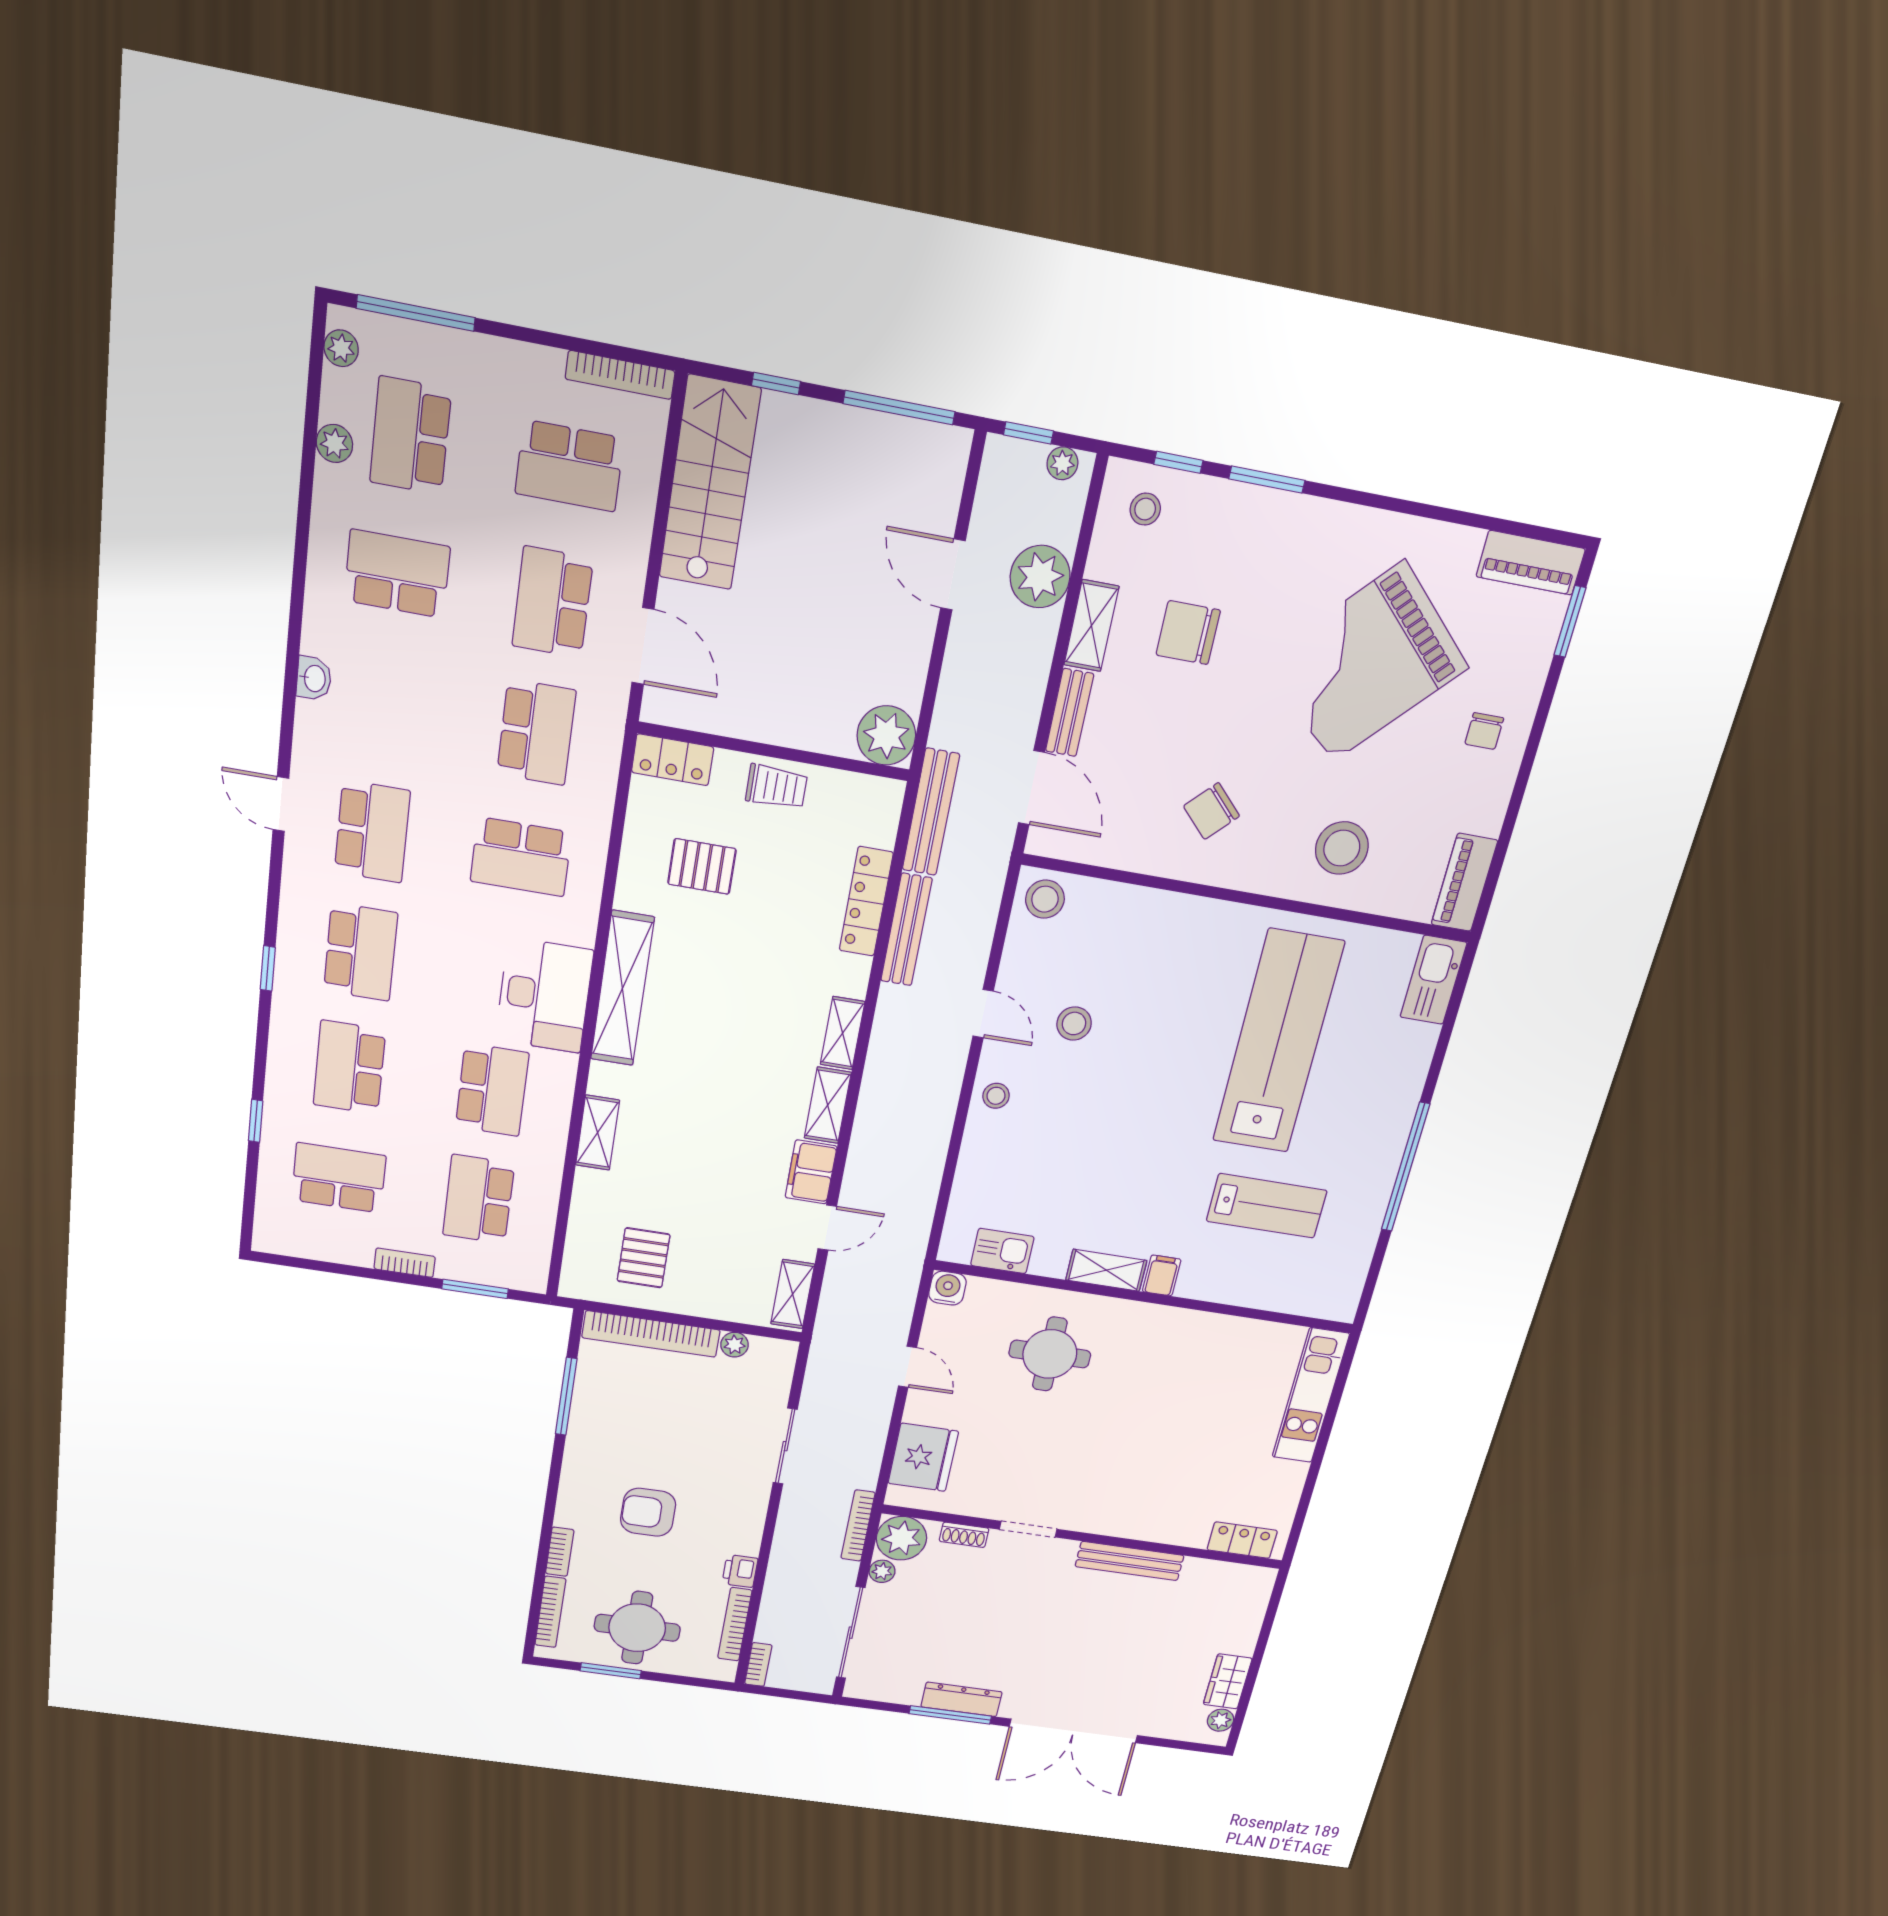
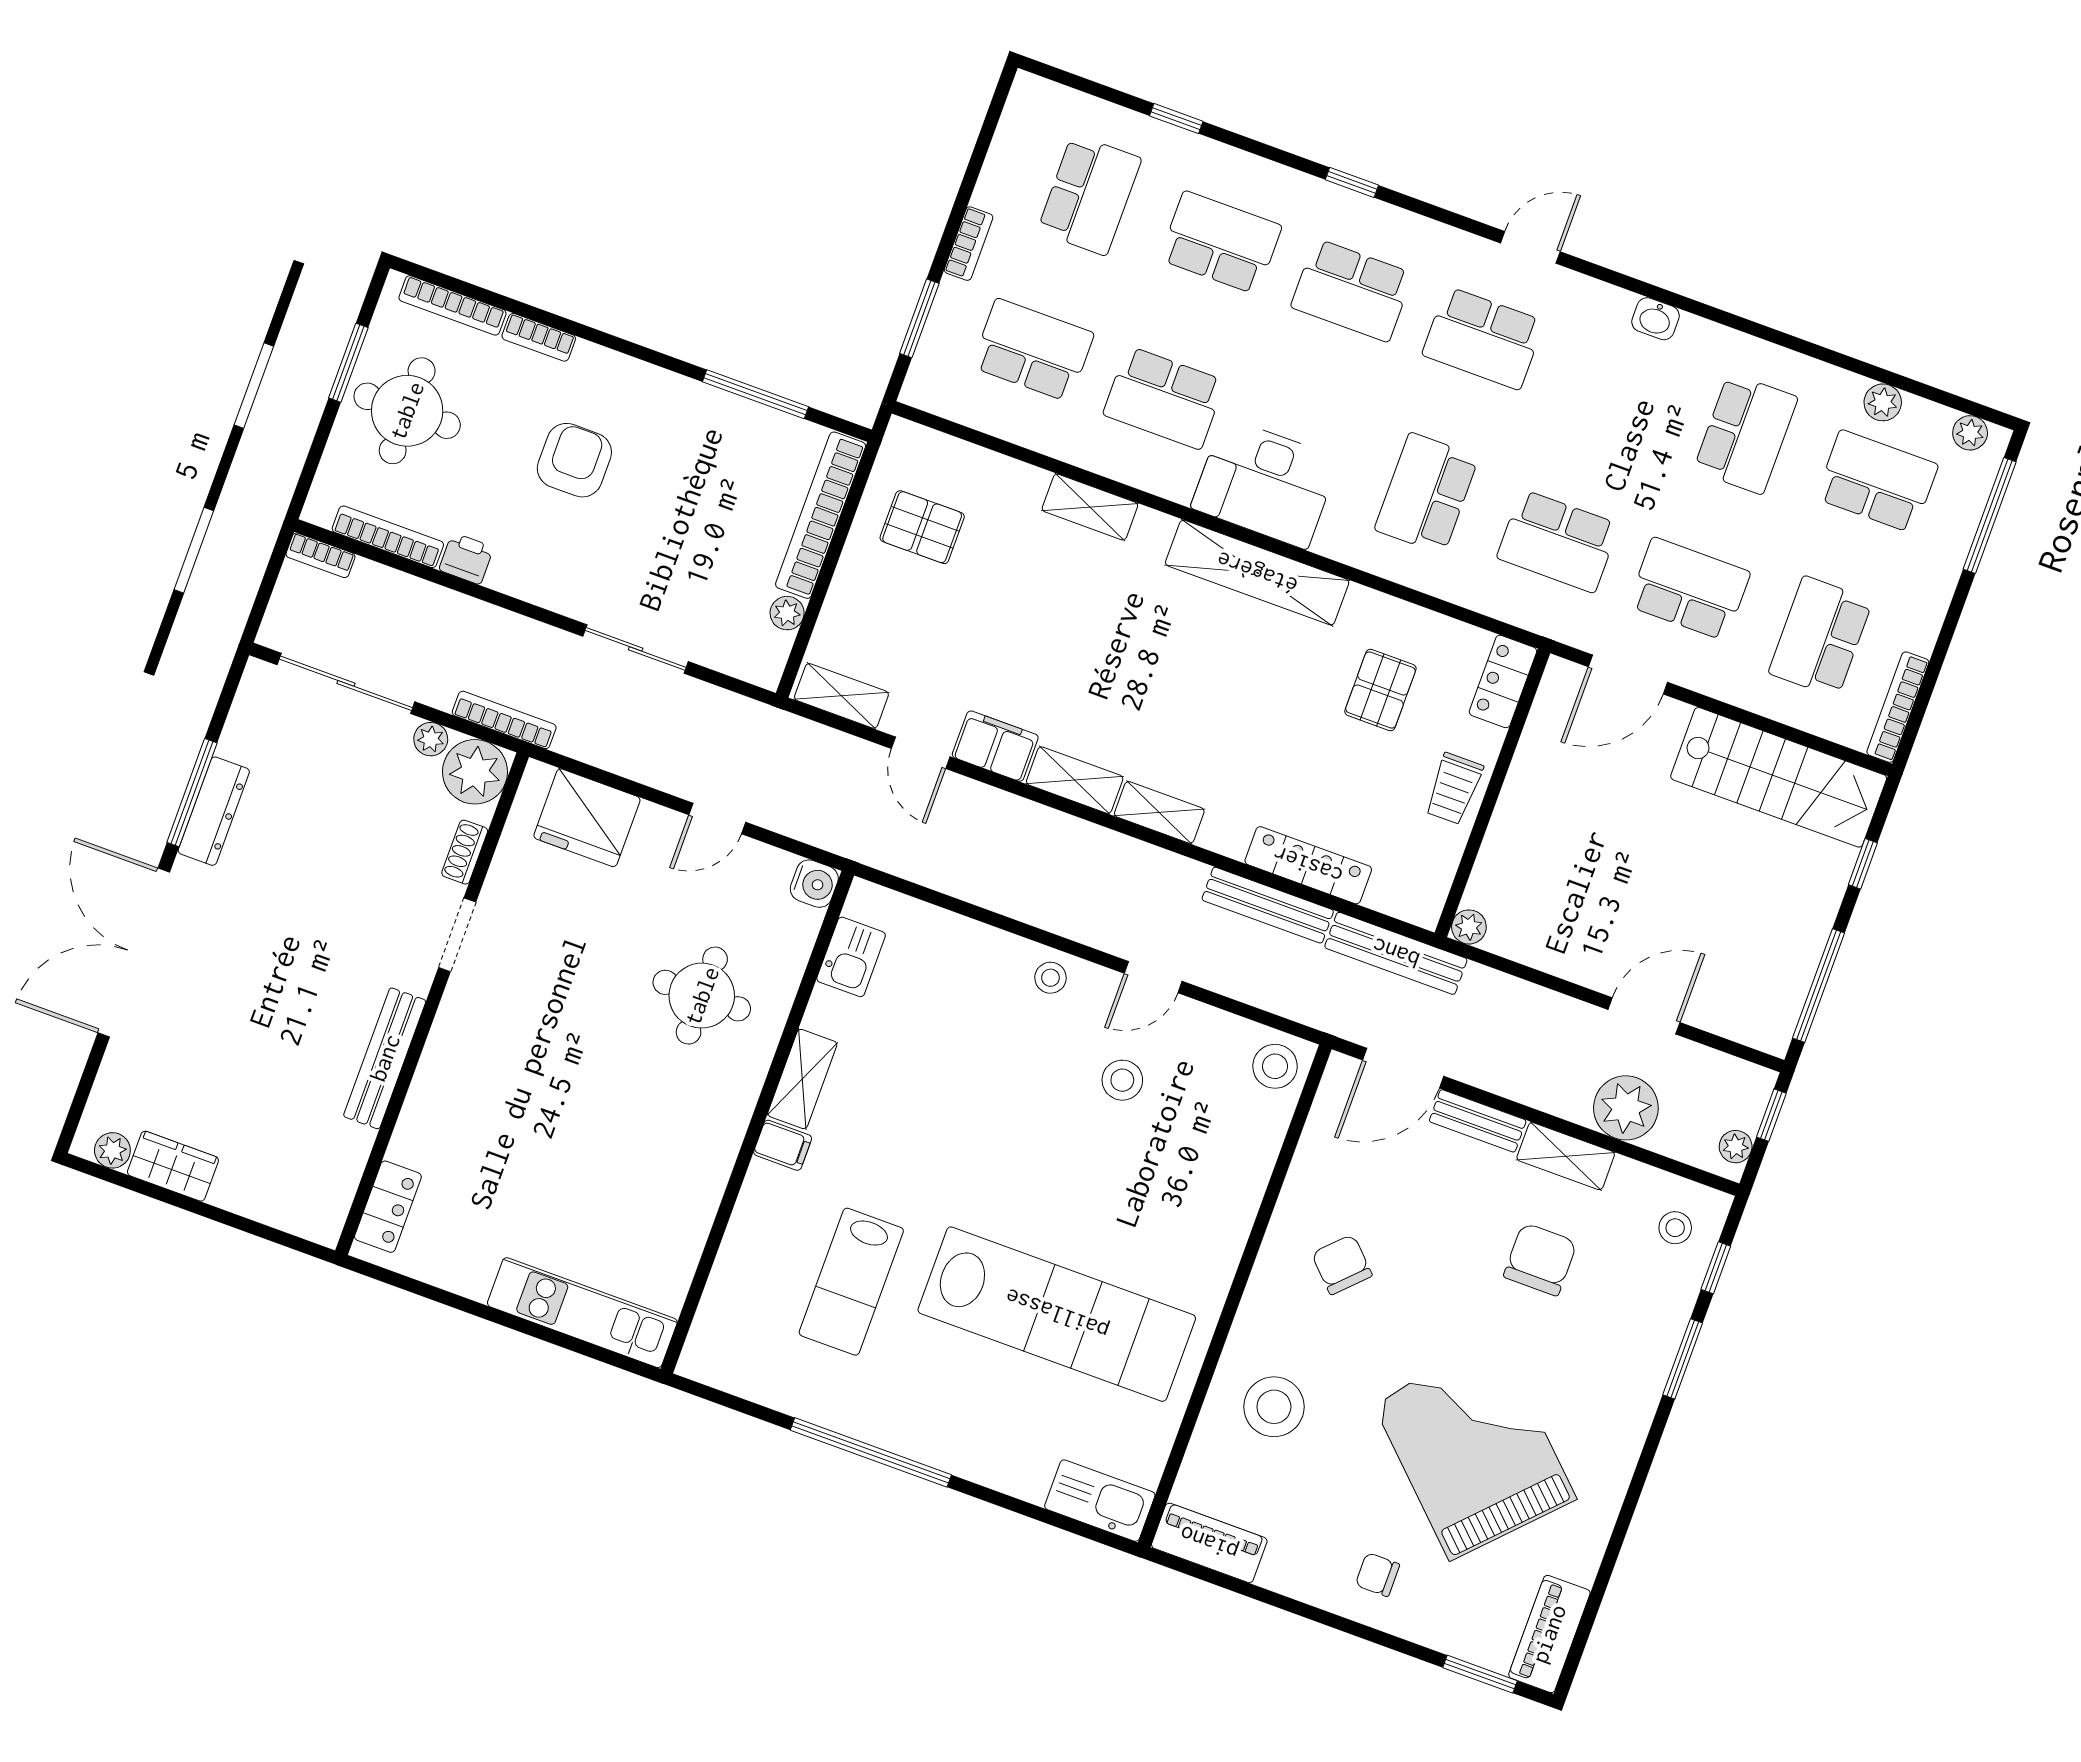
plant: (886, 735) -> (1469, 927), width x0.53, depth x0.53

